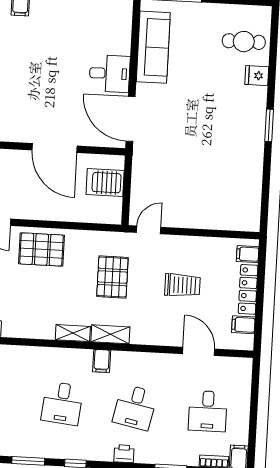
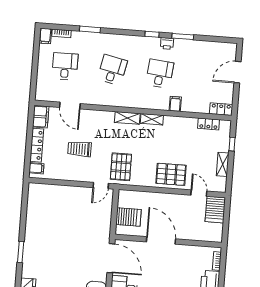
pallet: (112, 277) -> (121, 167), moved
filing cabinet: (243, 325) -> (41, 117), width x2.00
filing cabinet: (102, 361) -> (175, 104), moved
printer: (124, 454) -> (167, 43), moved

